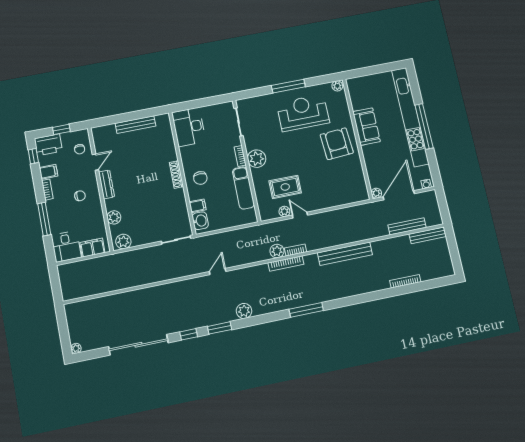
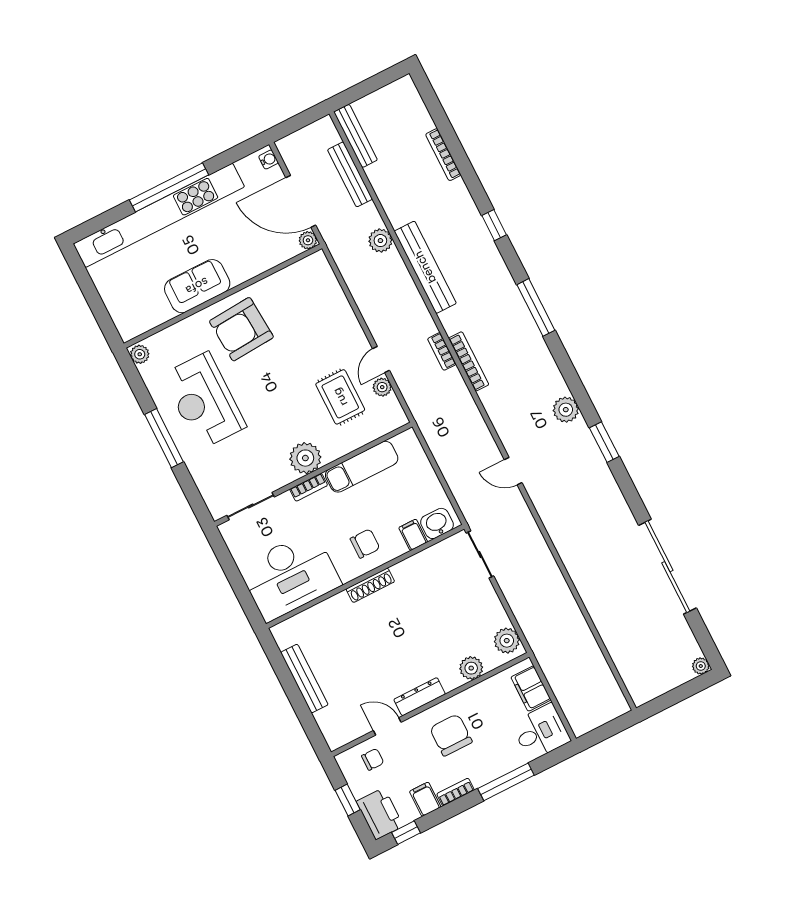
desk: (189, 127) -> (290, 576), width x1.36, depth x1.30
chair: (80, 196) -> (451, 735), width x1.87, depth x1.87
plant: (277, 251) -> (380, 241), moved
window: (189, 334) -> (494, 225), moved

